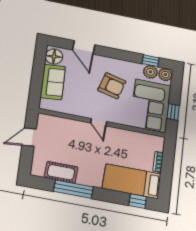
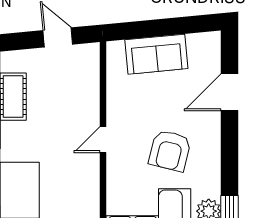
floor lamp: (54, 56) -> (202, 47), removed

